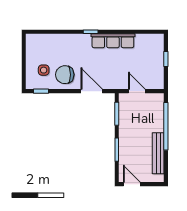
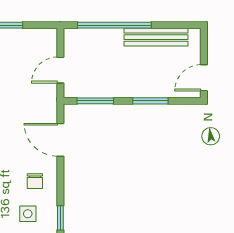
chair: (65, 75) -> (35, 181), width x0.54, depth x0.54
door: (92, 91) -> (60, 140), hinge flipped

